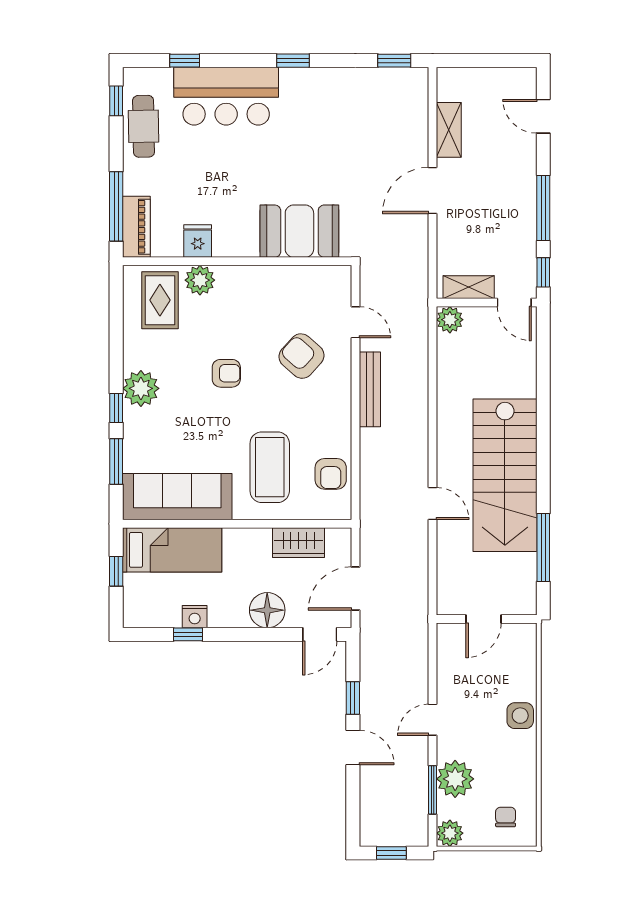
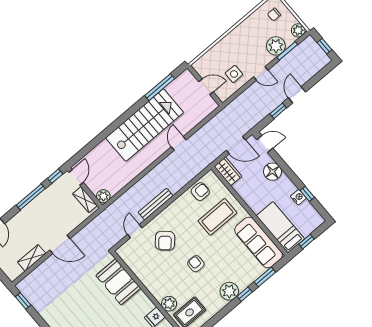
wardrobe: (299, 543) -> (228, 171), moved
side table: (520, 716) -> (234, 74), moved

